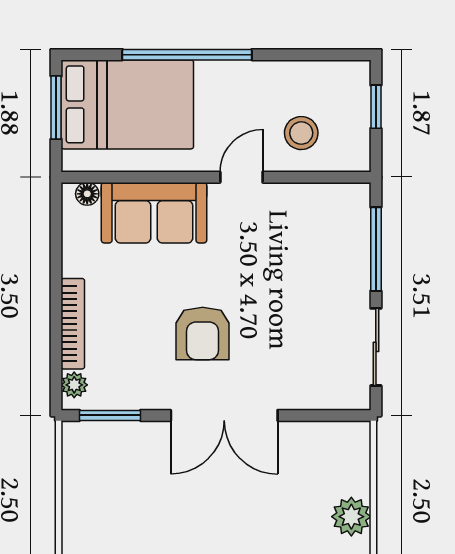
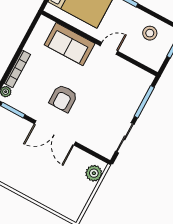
stool: (301, 133) -> (150, 33), moved
floor lamp: (87, 194) -> (49, 24), removed
plant: (351, 517) -> (94, 173), moved

